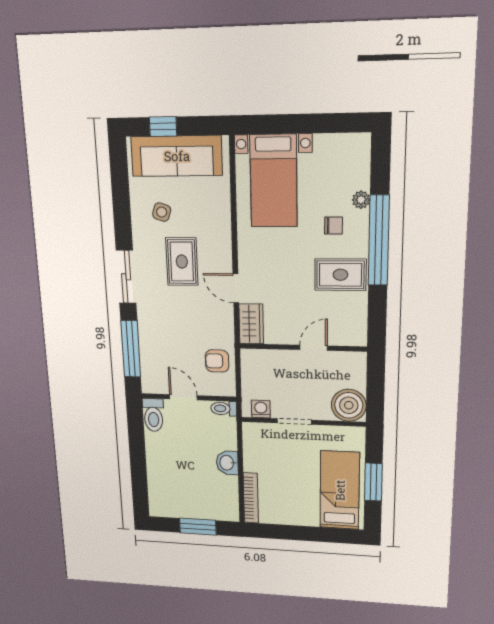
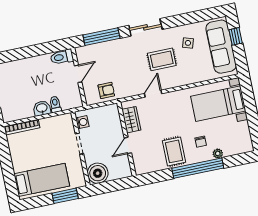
wardrobe: (251, 324) -> (131, 120), moved, turned -90
door: (314, 348) -> (128, 145), swing flipped
armchair: (217, 361) -> (106, 90), turned 90
toilet: (224, 409) -> (55, 104), moved
window: (373, 482) -> (65, 196), moved

